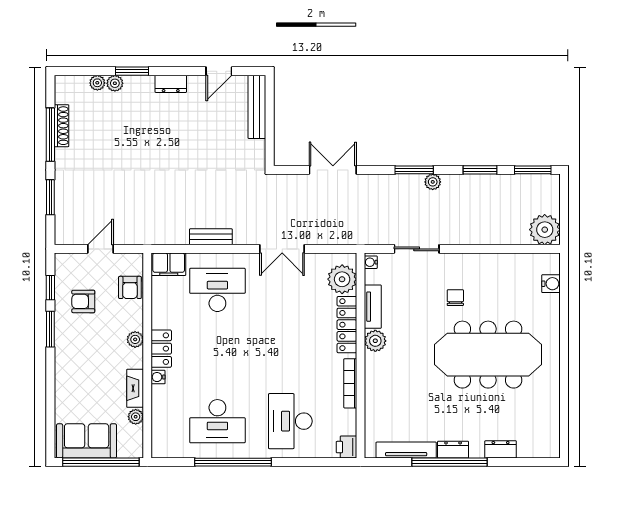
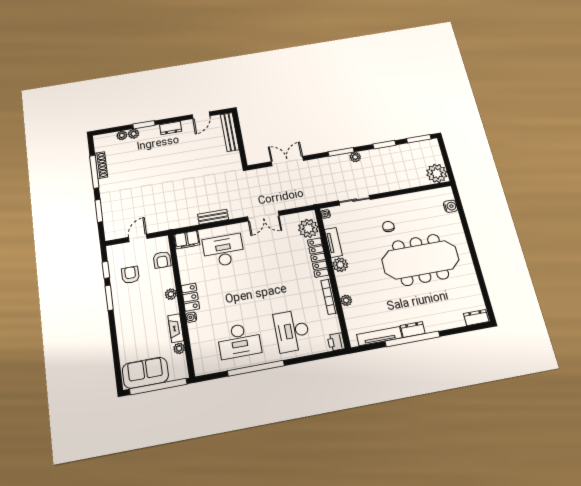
armchair: (83, 301) -> (130, 275), turned 90
plant: (372, 393) -> (346, 300), added
dresser: (501, 449) -> (476, 318), moved

